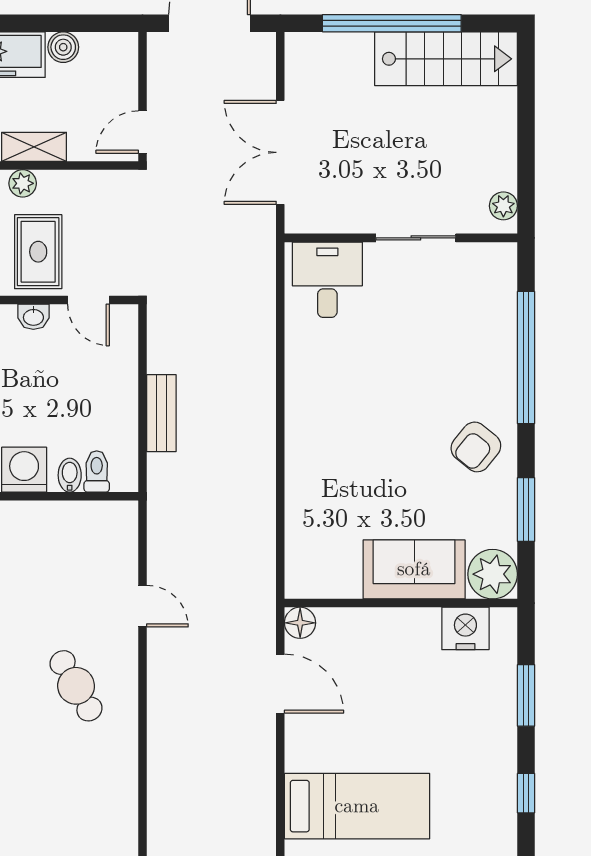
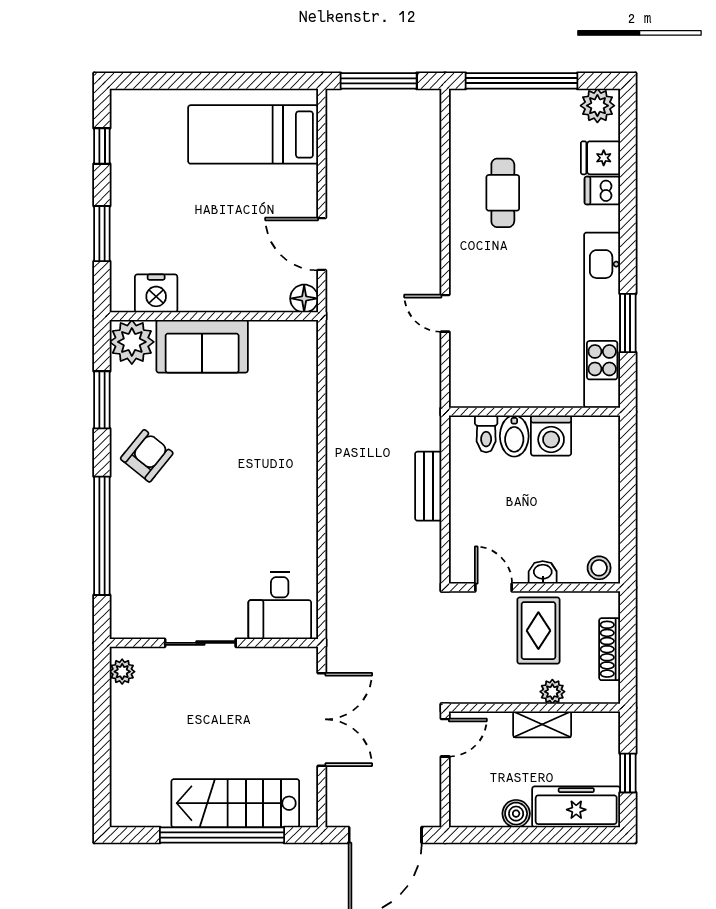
stairs: (446, 59) -> (235, 803), moved
bidet: (70, 475) -> (514, 436), width x1.38, depth x1.36
cafe table: (76, 686) -> (503, 193), moved, turned 30

